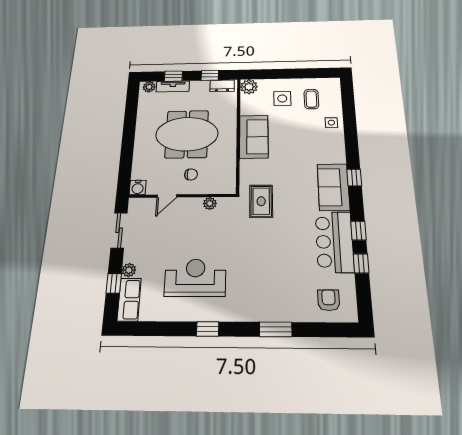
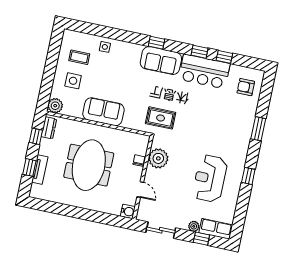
plant: (149, 87) -> (35, 190), removed
chair: (191, 174) -> (139, 161), moved
plant: (210, 203) -> (158, 158), width x1.87, depth x1.87

